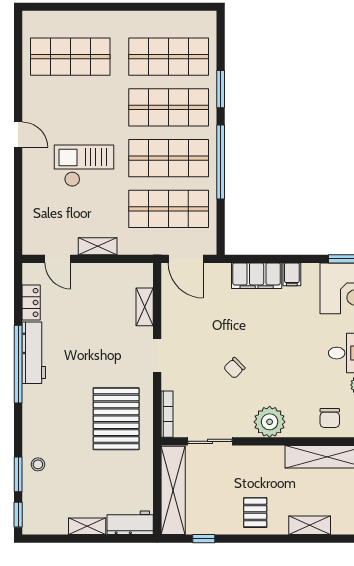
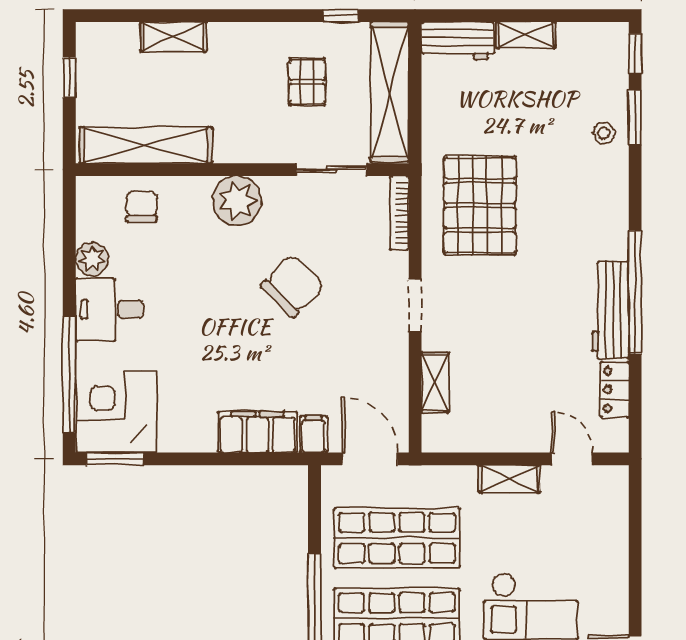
filing cabinet: (292, 274) -> (313, 434), moved
chair: (234, 368) -> (293, 286), width x1.87, depth x1.87
pallet: (255, 512) -> (307, 82), moved

